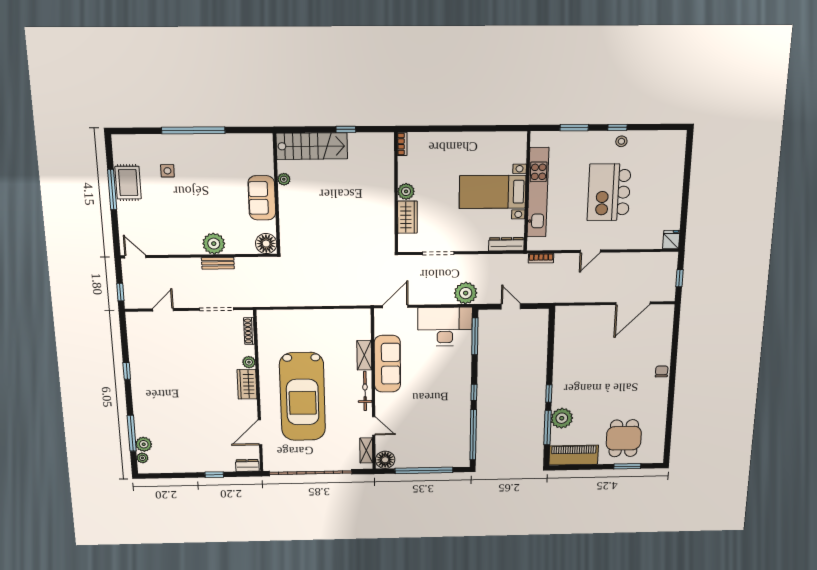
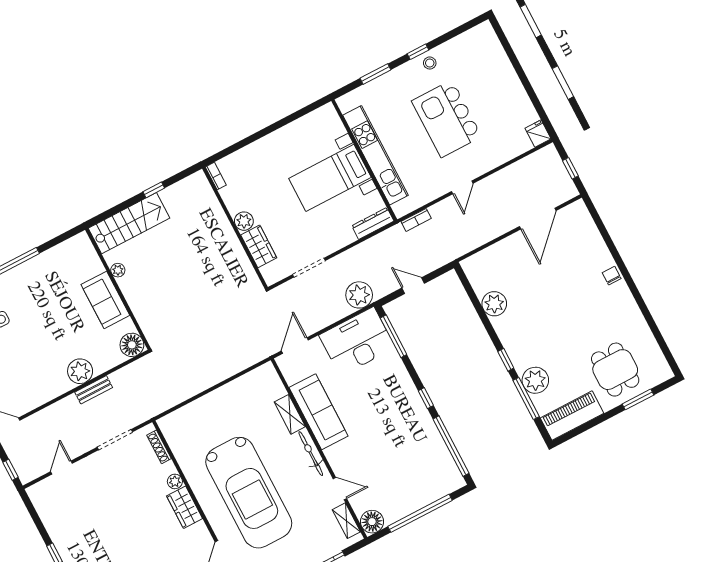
plant: (564, 349) -> (494, 304), added

